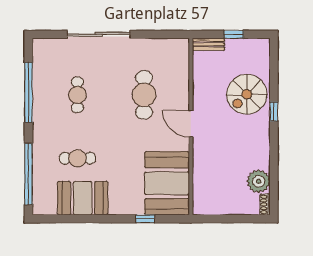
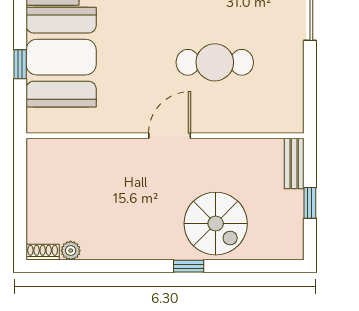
spiral stairs: (247, 94) -> (216, 224), turned 180
plant: (259, 181) -> (71, 251), width x0.53, depth x0.53
booth: (167, 183) -> (61, 57), moved, turned 90

